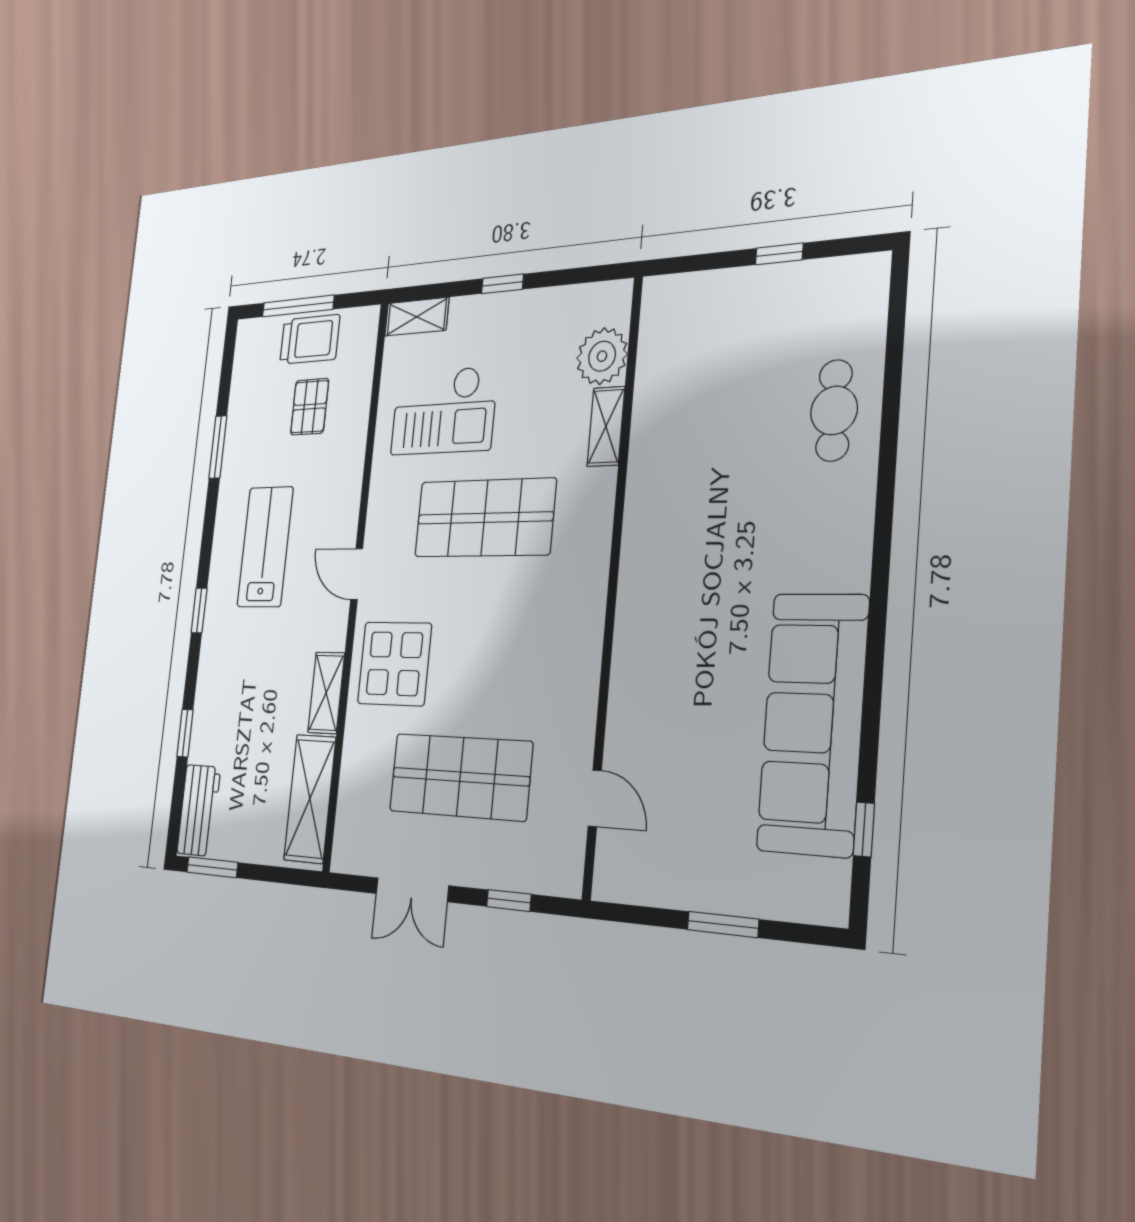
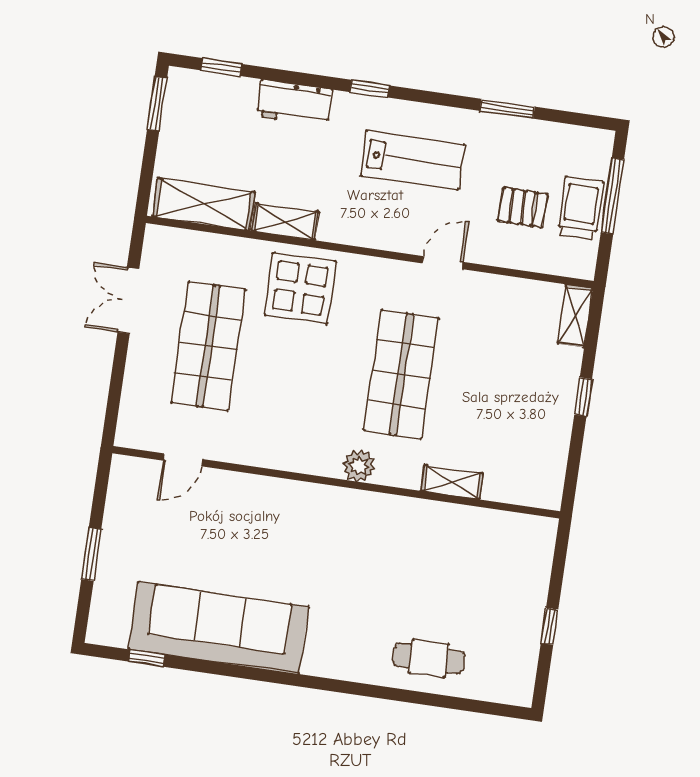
trolley: (310, 339) -> (580, 208), turned 180
plant: (602, 356) -> (359, 466), moved, width x0.73, depth x0.73
checkout: (444, 411) -> (493, 339), removed
door: (357, 574) -> (443, 263), moved
window: (185, 733) -> (221, 67), moved
workbench: (199, 810) -> (294, 103), moved
window: (509, 900) -> (116, 385), removed

